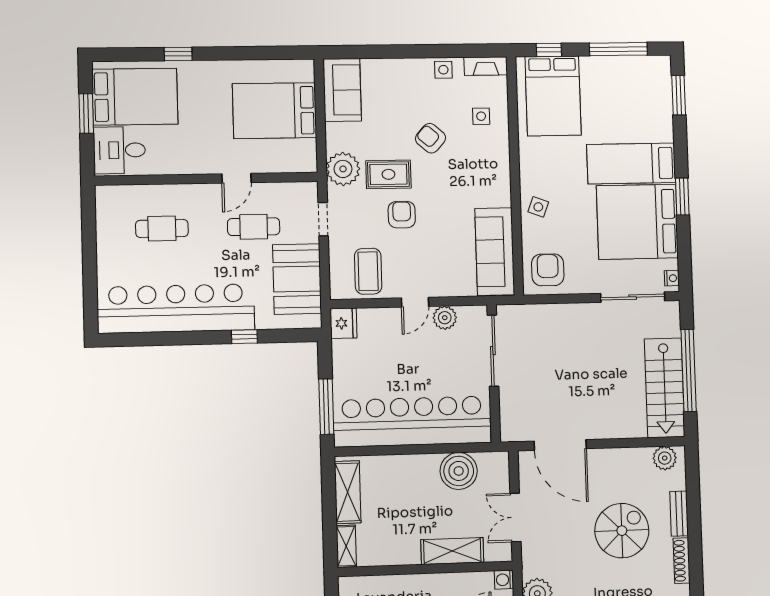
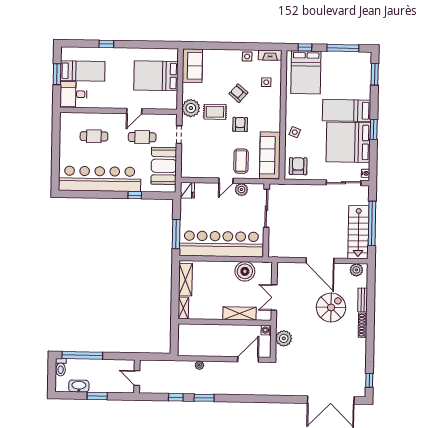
bed: (135, 97) -> (83, 71), width x0.67
armchair: (402, 215) -> (240, 124), moved
coffee table: (368, 271) -> (241, 161), moved
door: (560, 445) -> (320, 261), moved

